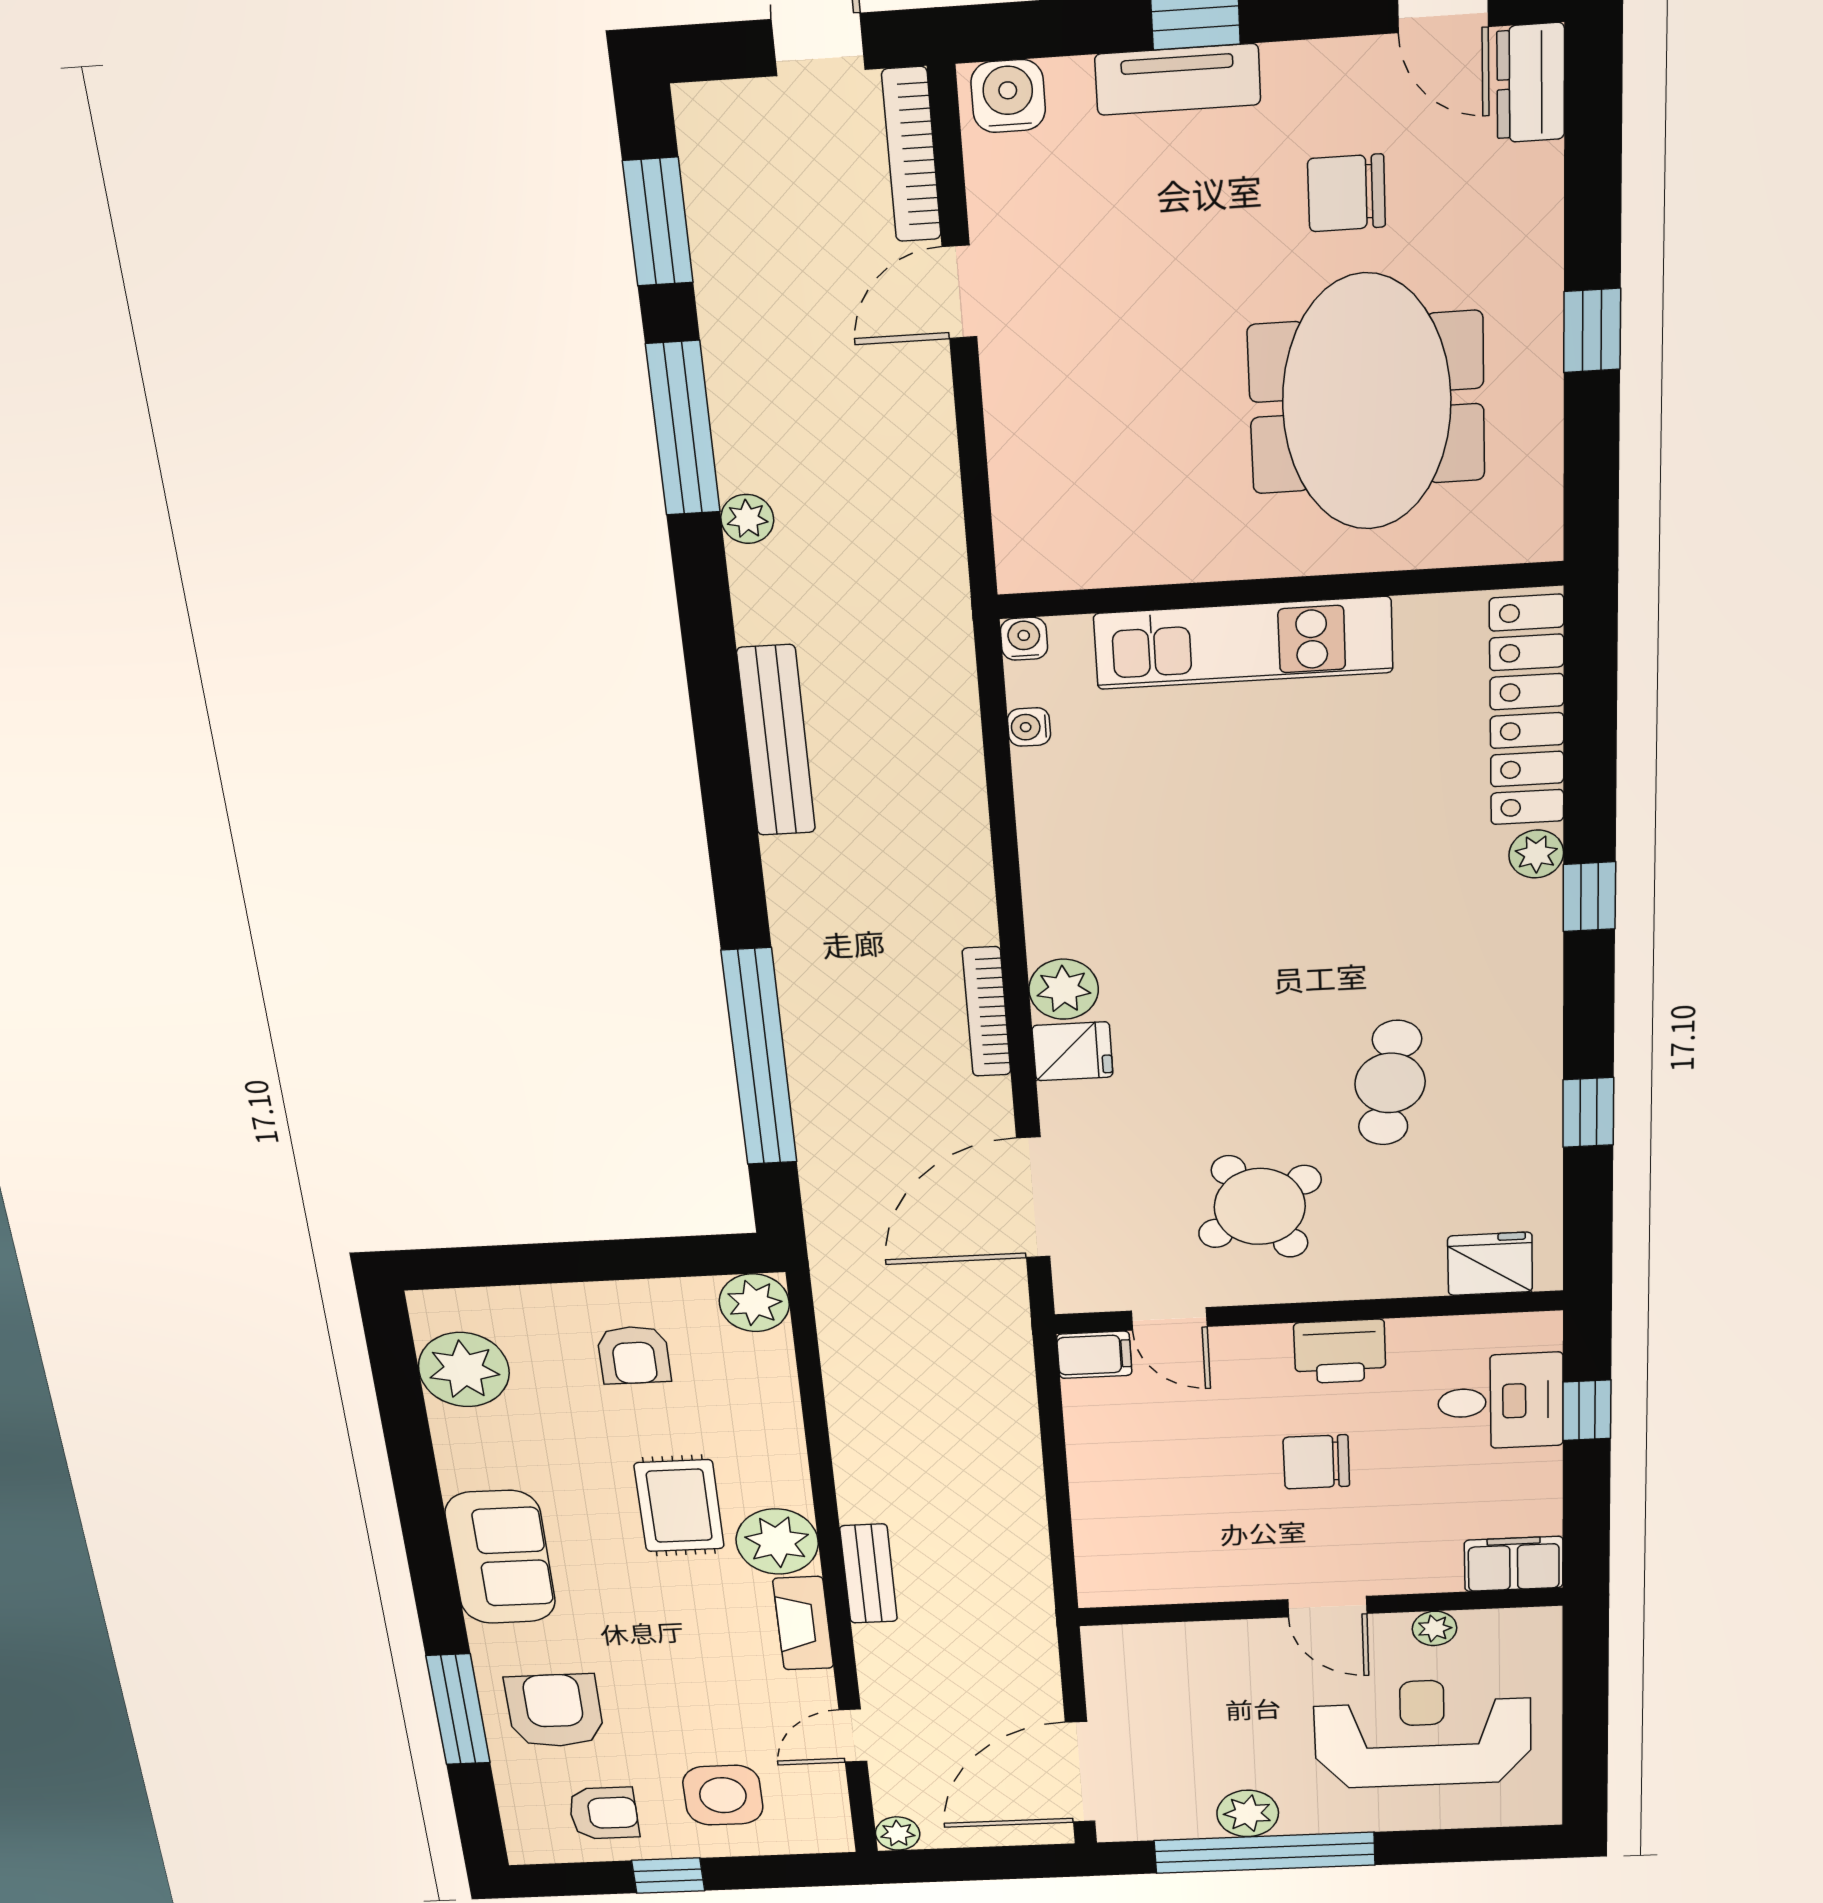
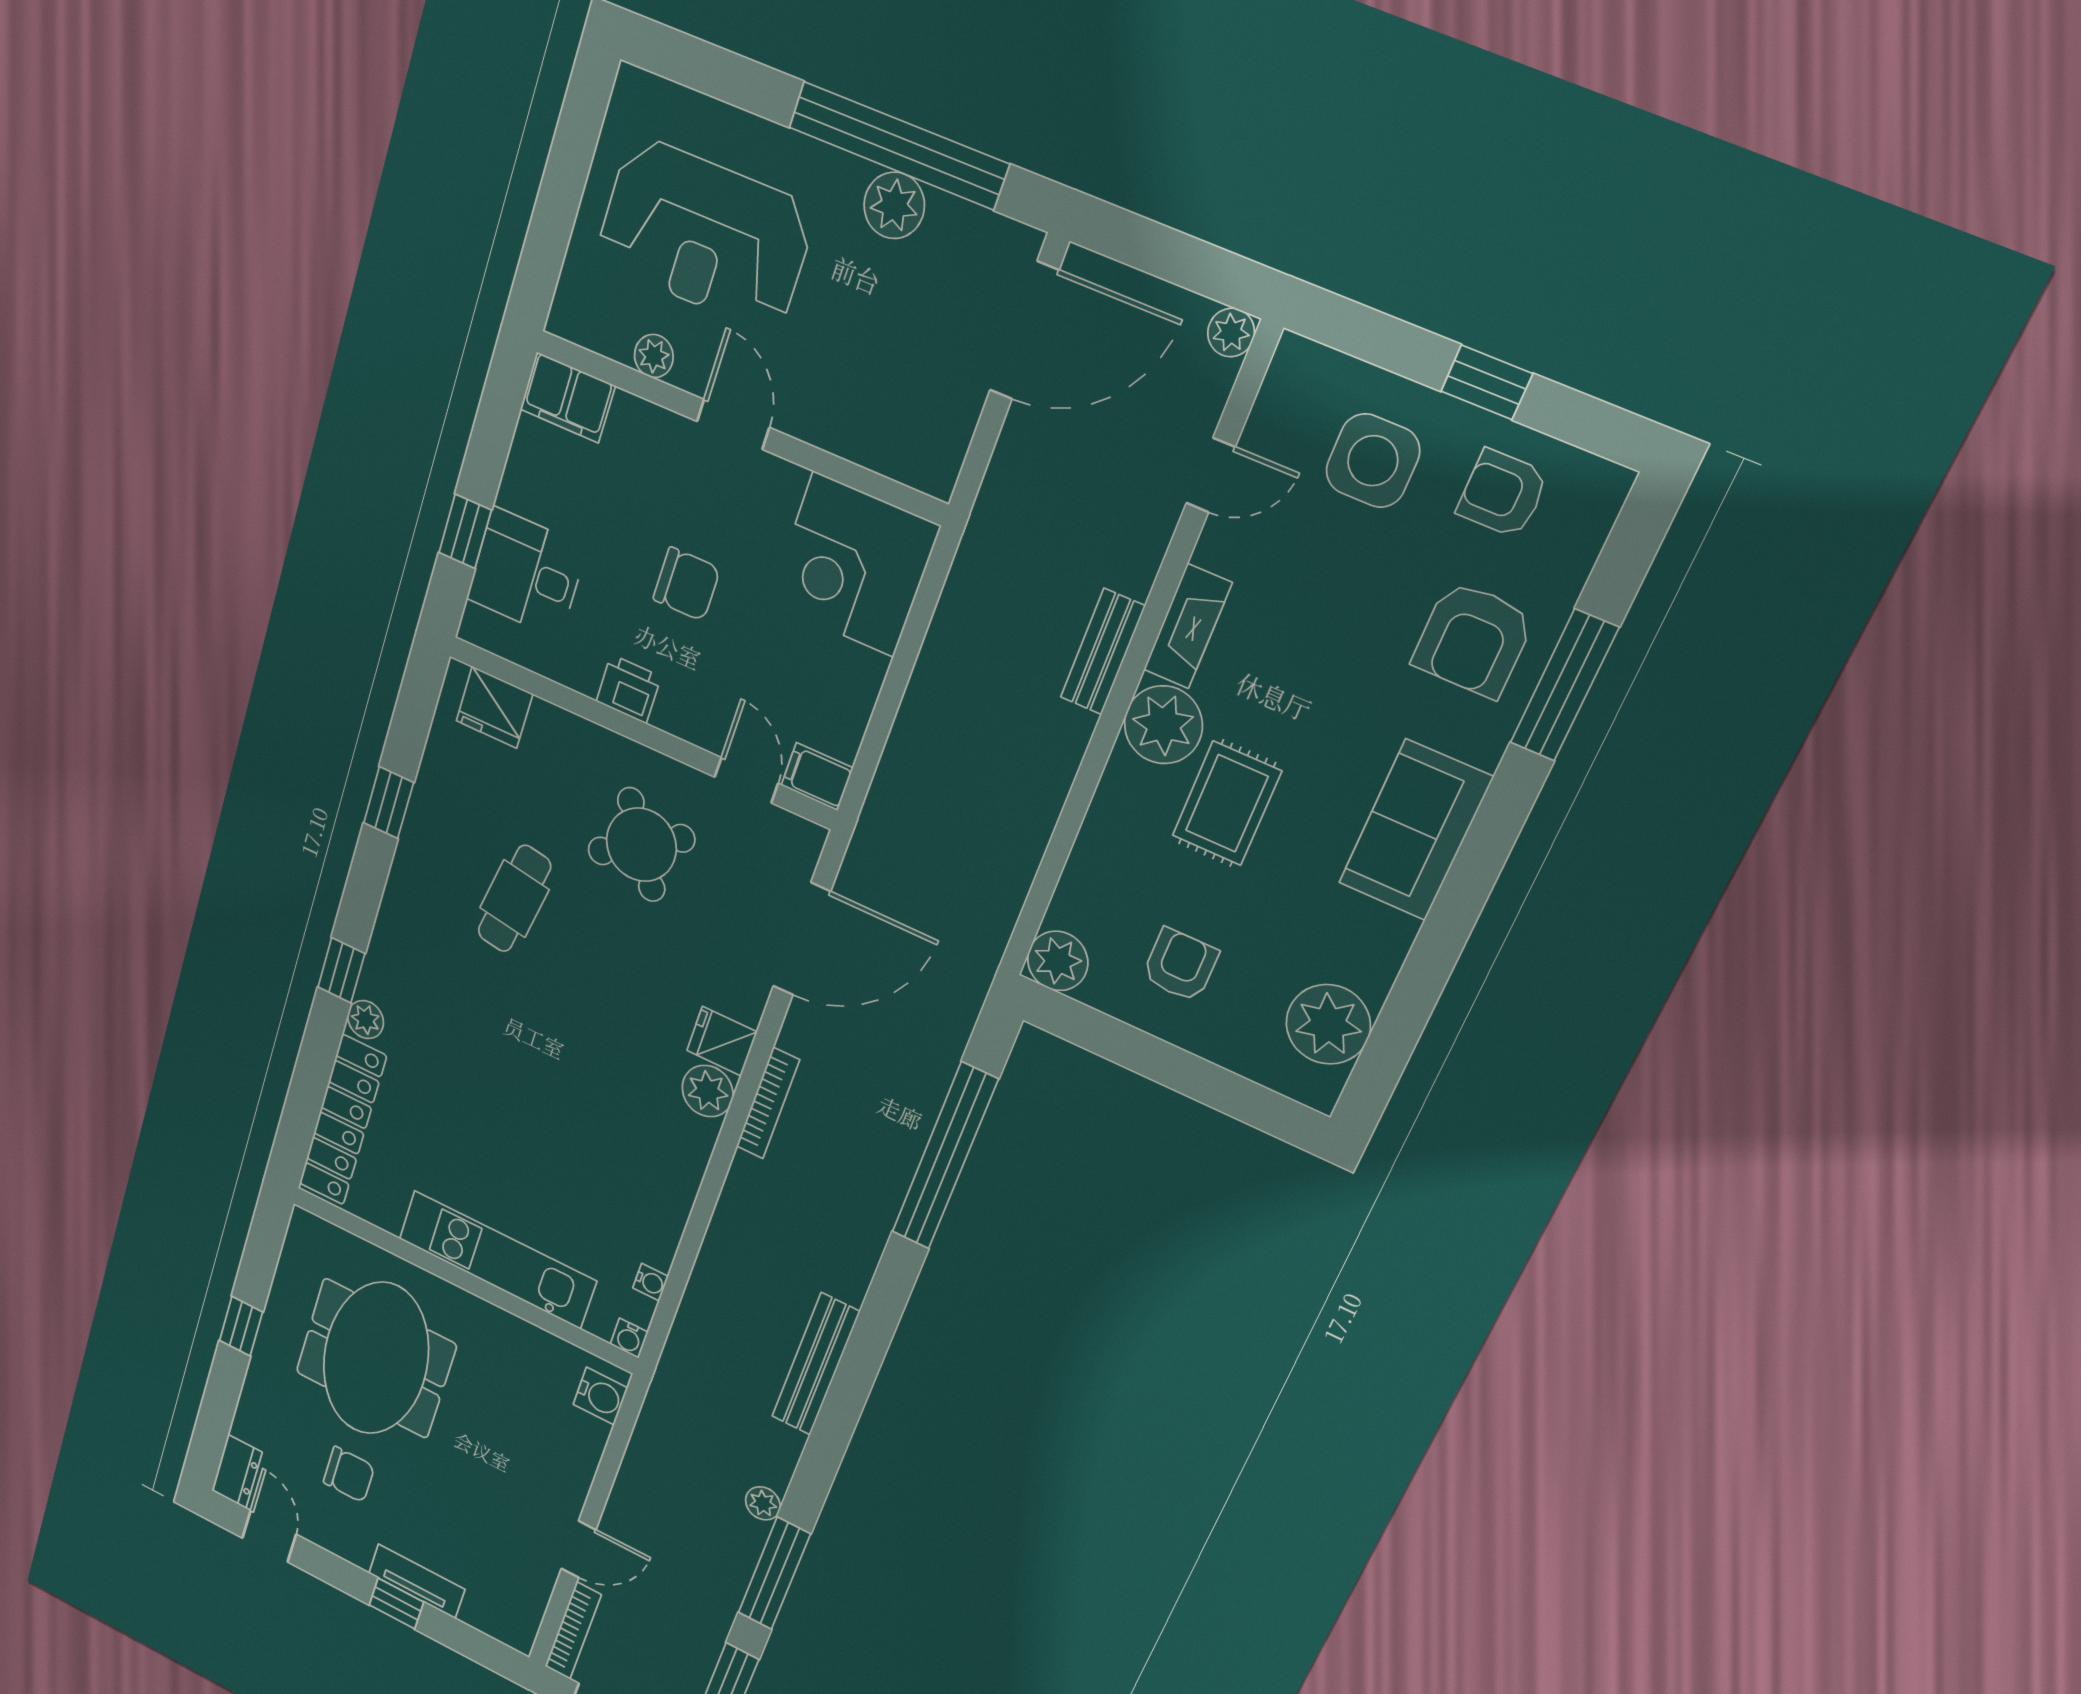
water cooler: (1008, 96) -> (600, 1396), moved, turned -90
printer: (1340, 1352) -> (629, 689), width x0.73, depth x0.81
corner desk: (1149, 1545) -> (854, 565), added

